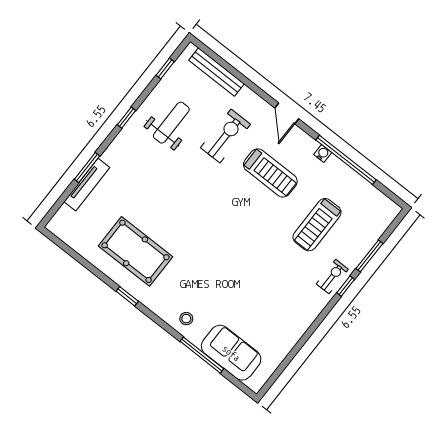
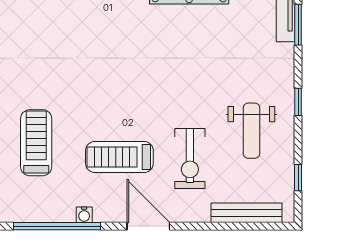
door: (287, 113) -> (148, 226), width x1.37

